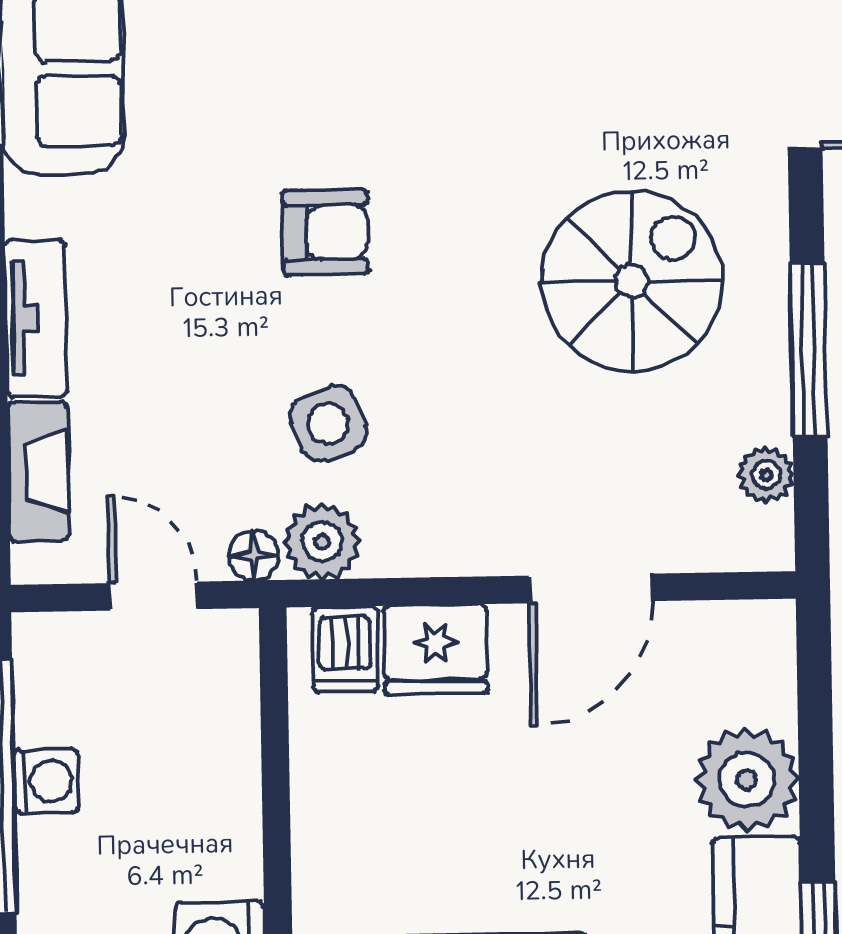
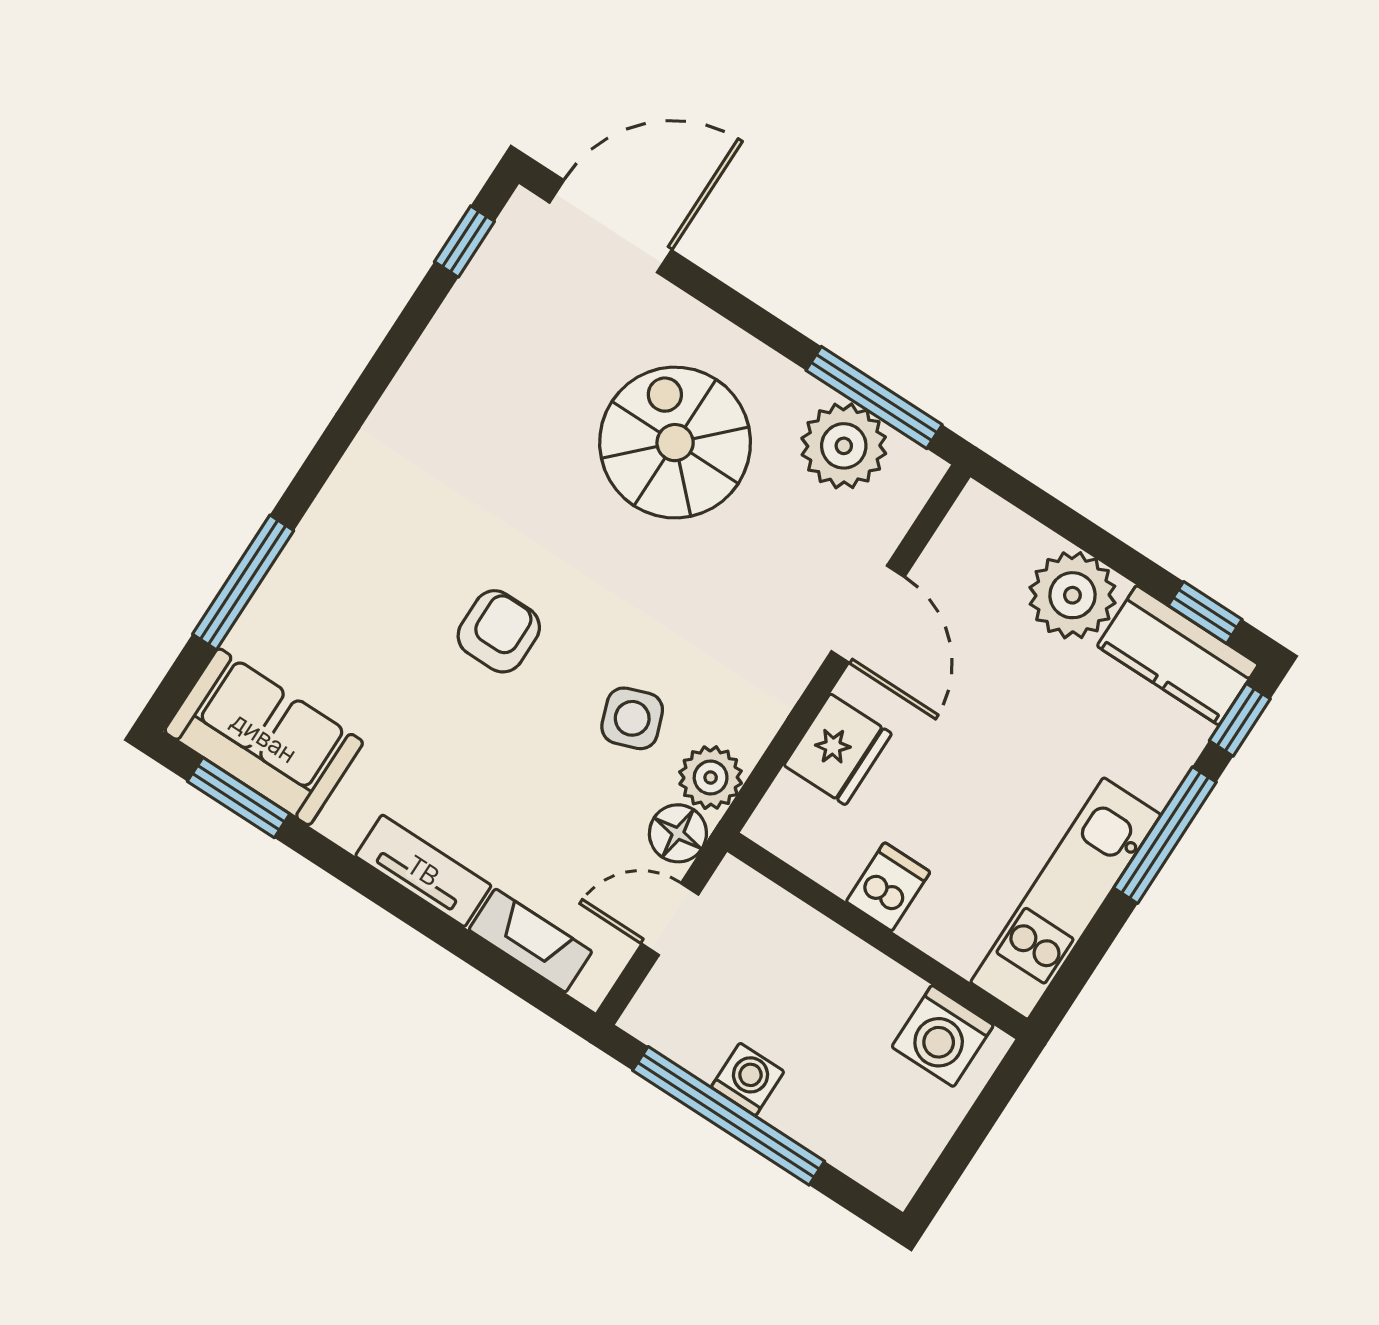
window: (809, 350) -> (874, 397), moved
plant: (766, 475) -> (844, 446), width x1.88, depth x1.88
floor lamp: (254, 556) -> (678, 833), width x1.37, depth x1.37
dishwasher: (345, 649) -> (888, 887), moved, turned -90

